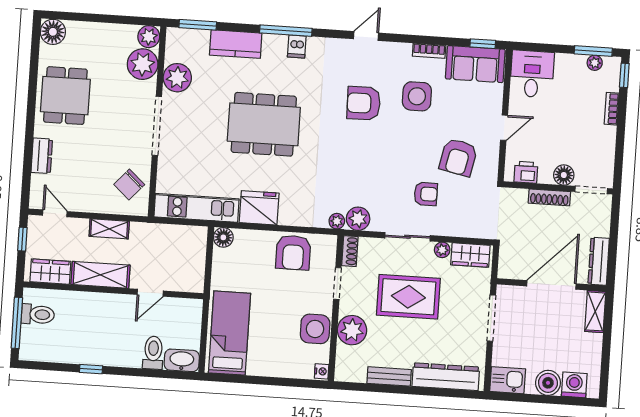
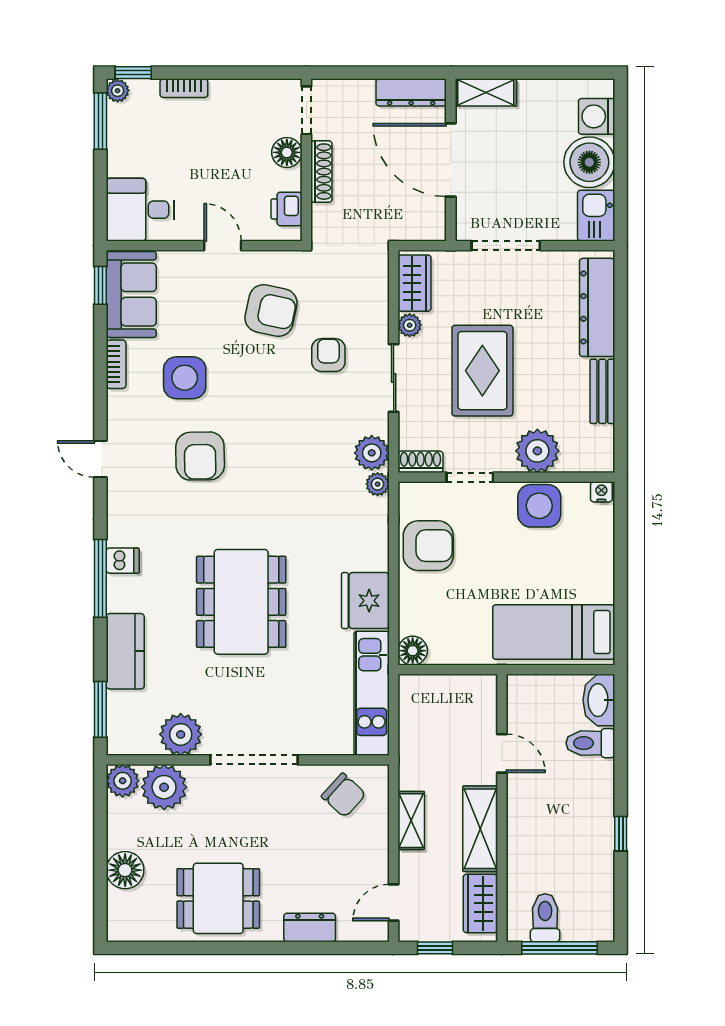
floor lamp: (53, 32) -> (125, 870), moved
plant: (595, 63) -> (118, 91), moved
boiler: (548, 383) -> (589, 162), width x1.37, depth x1.37

